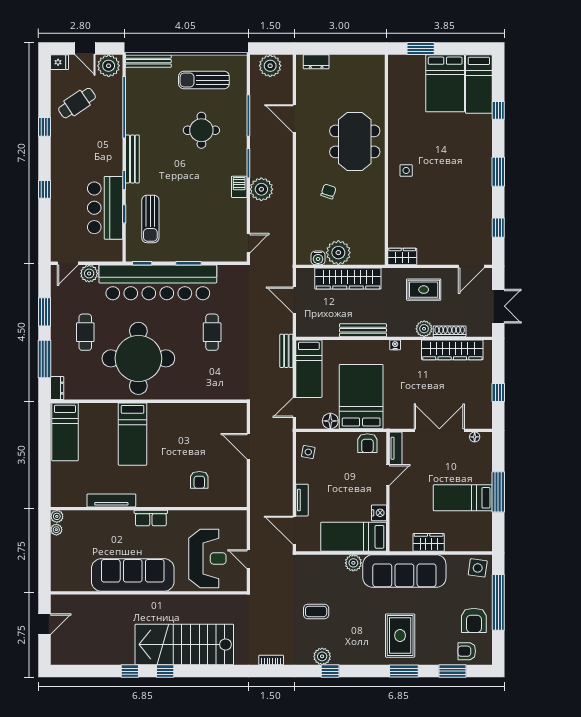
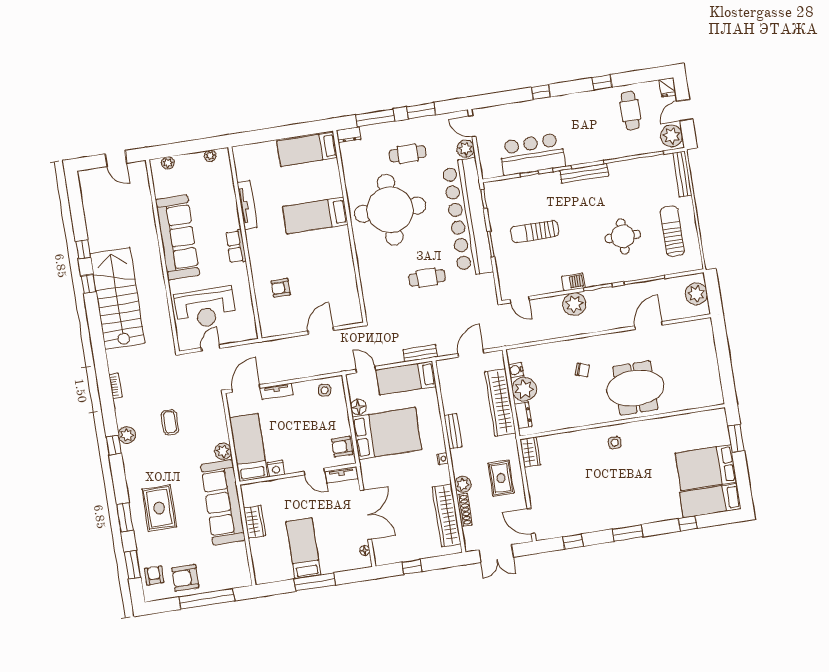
dresser: (316, 62) -> (523, 415), moved, turned 180
cafe table: (77, 103) -> (630, 111), turned 34
sun lounger: (150, 219) -> (535, 231), moved
bench: (363, 330) -> (453, 431), width x0.73
plant: (57, 516) -> (168, 163), moved
side table: (478, 568) -> (237, 574), removed
rug: (400, 636) -> (159, 508), turned 90

